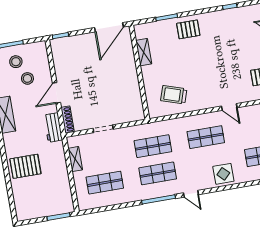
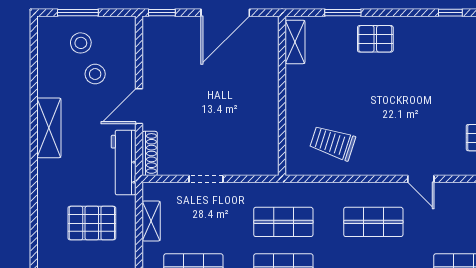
door: (109, 27) -> (225, 13), moved
shelving: (144, 52) -> (295, 42), moved
workbench: (53, 127) -> (124, 162), width x1.38
pallet: (25, 166) -> (92, 223), moved

